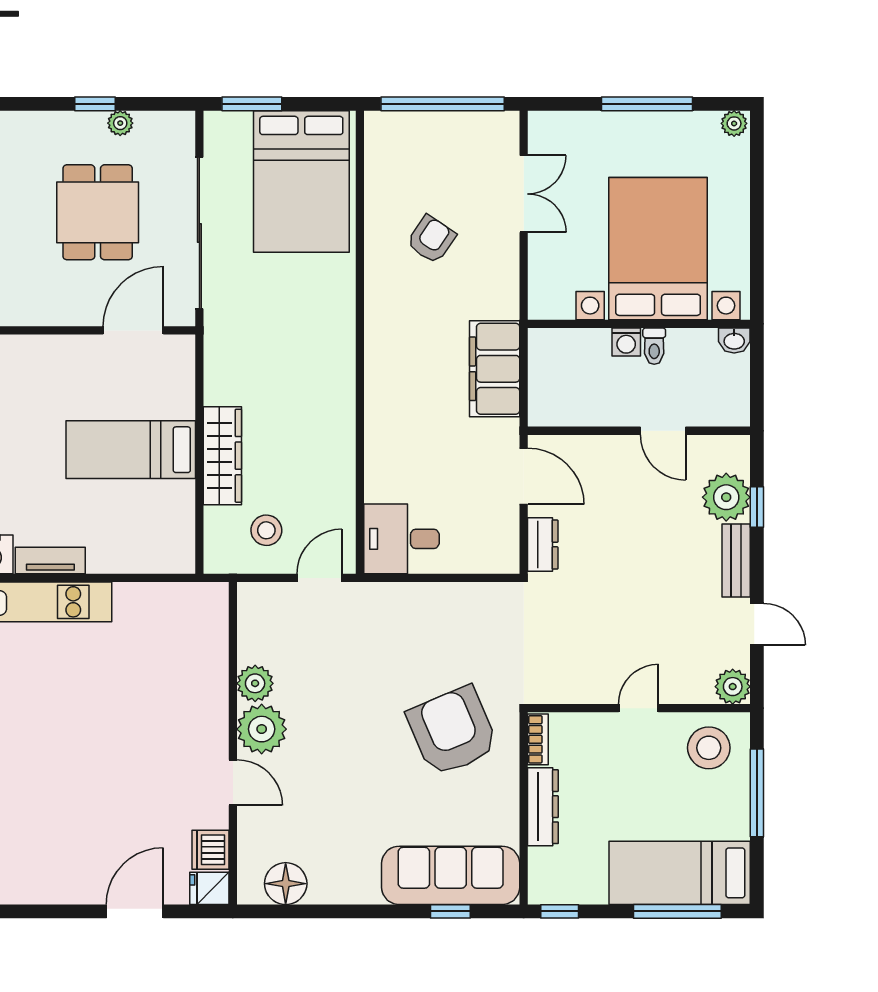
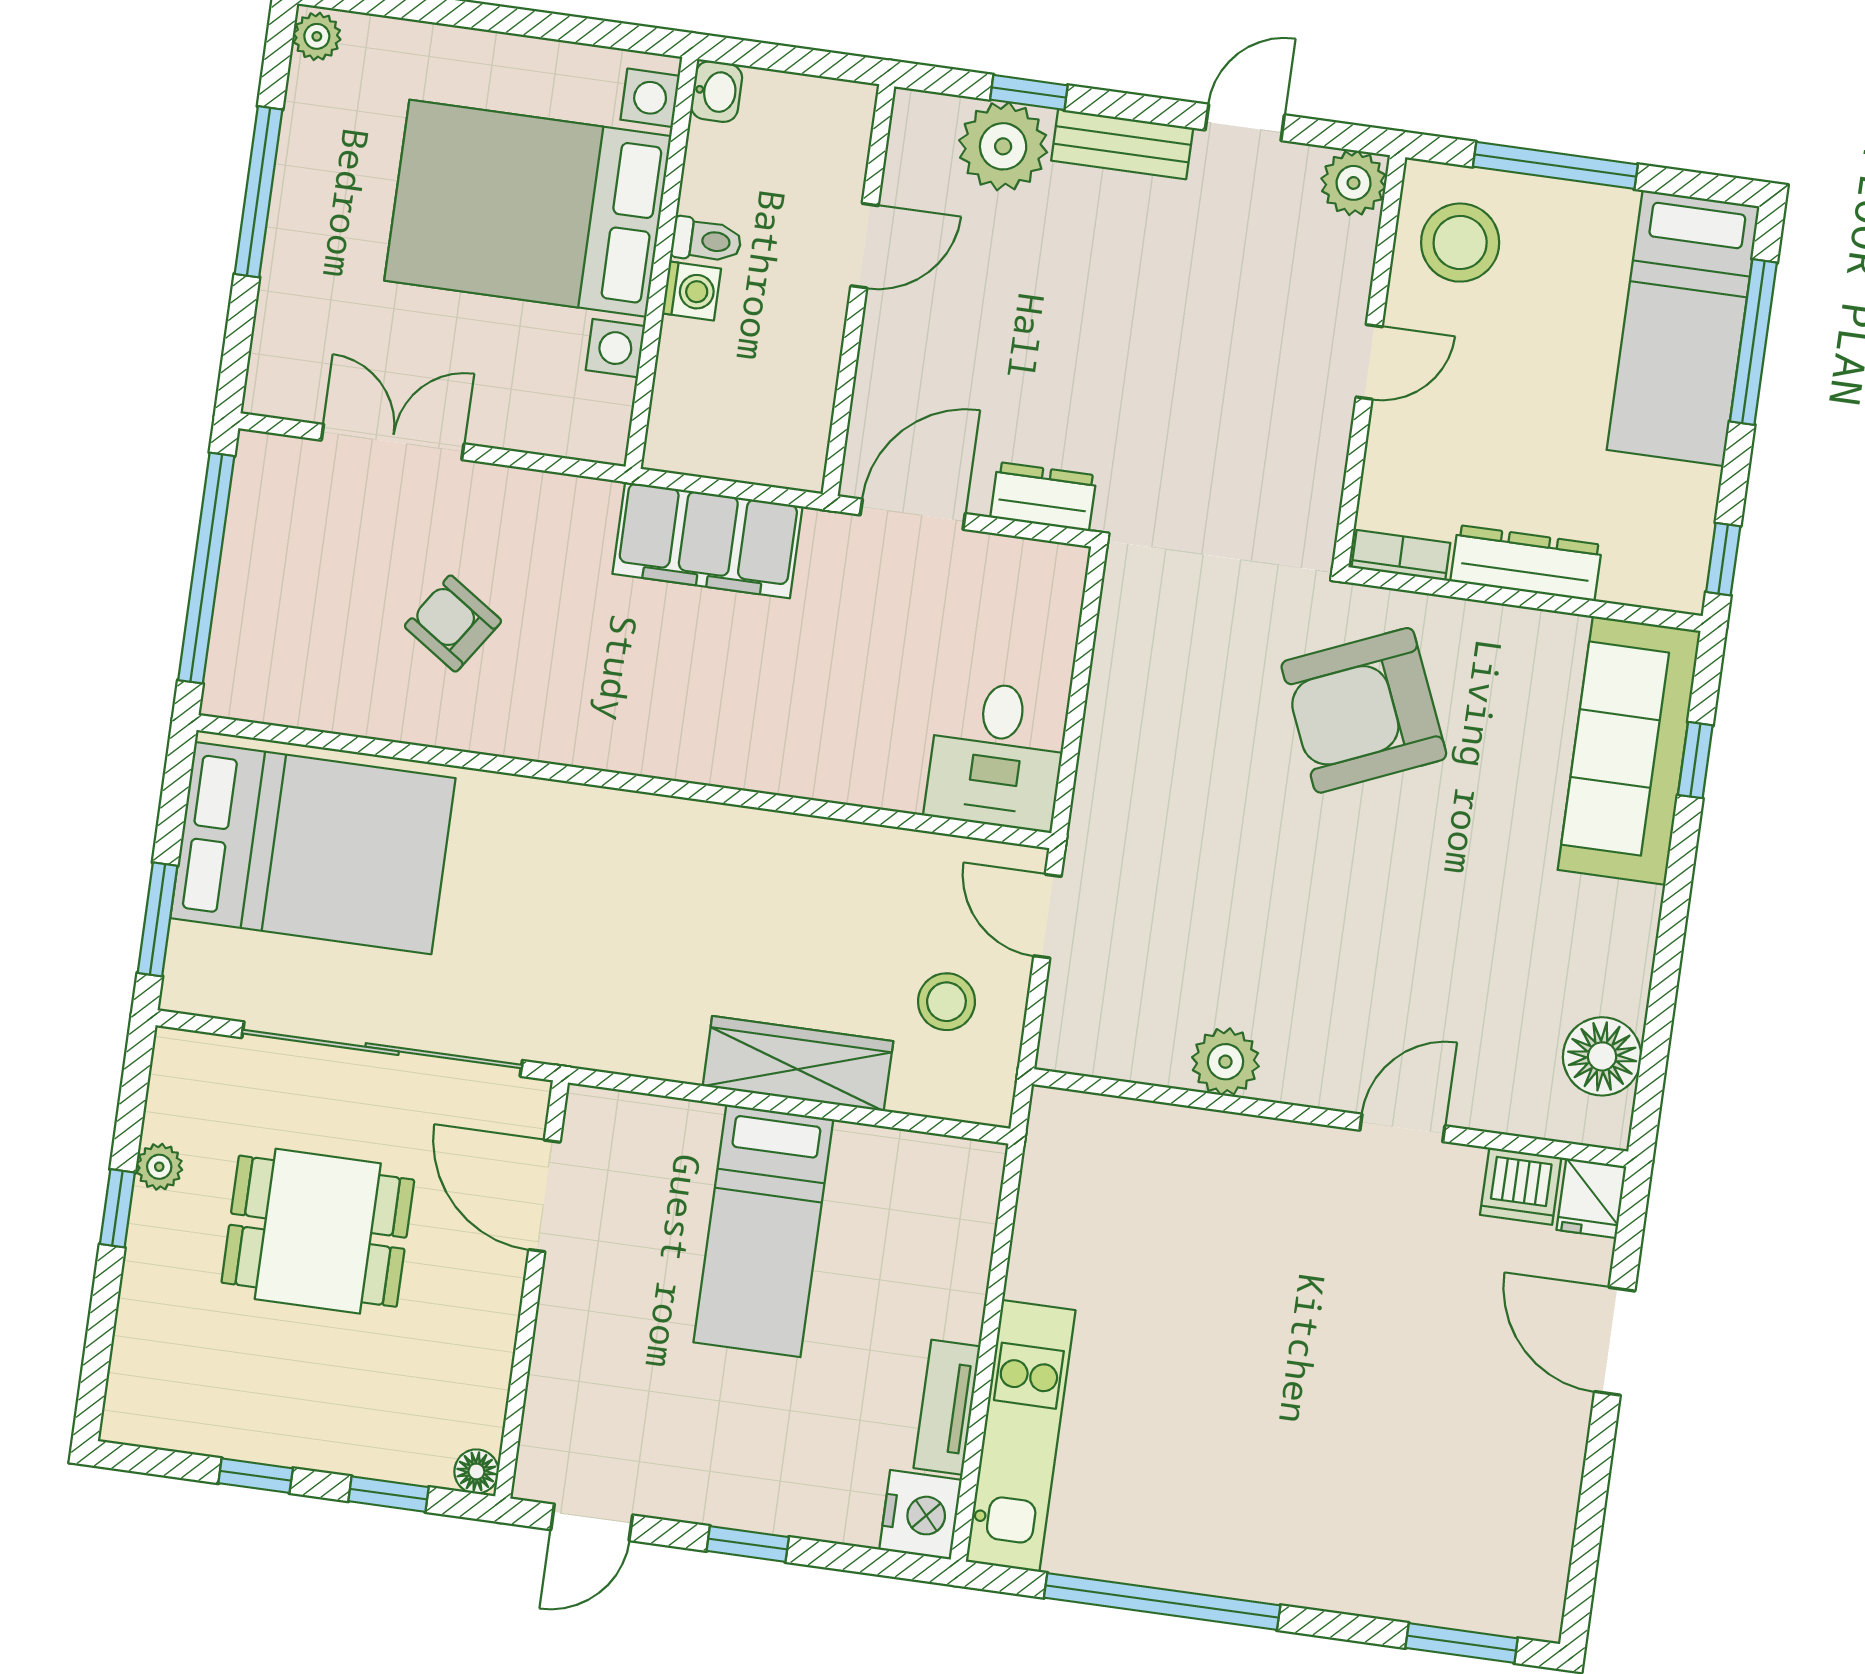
door: (638, 708) -> (1369, 362), swing flipped
plant: (262, 729) -> (1311, 1061), removed

